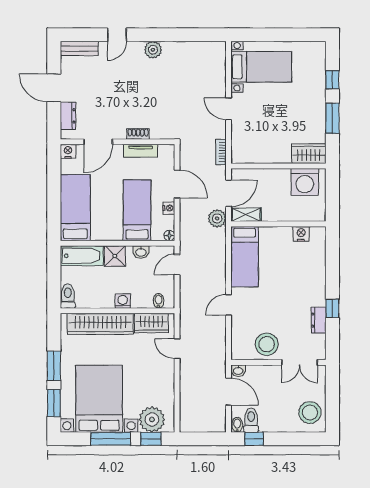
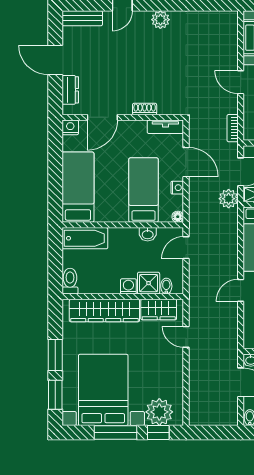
tv unit: (141, 151) -> (165, 127), moved
shower: (115, 256) -> (149, 283), moved

